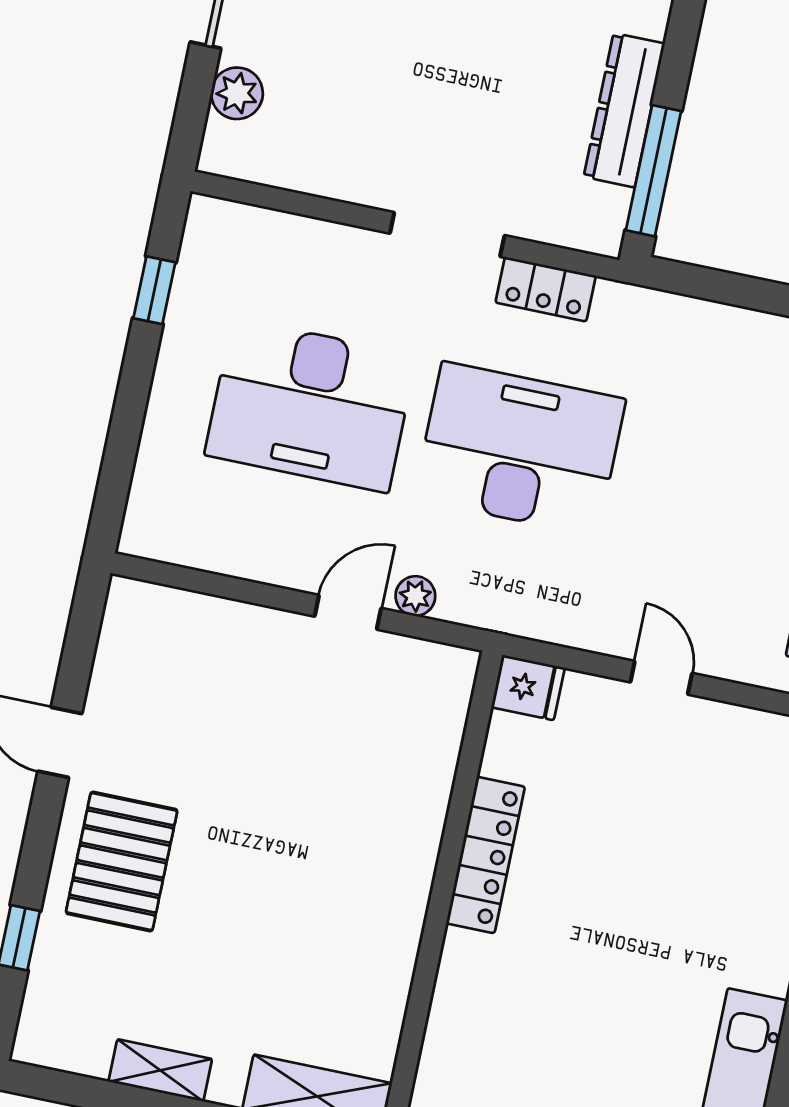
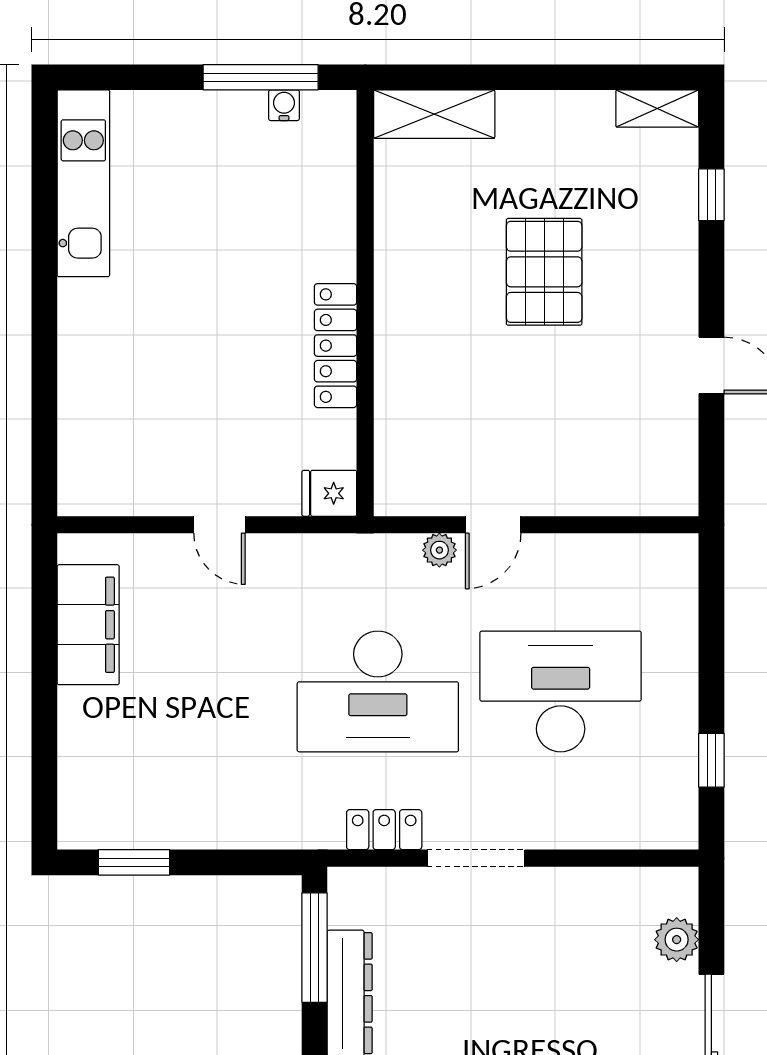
pallet: (122, 862) -> (544, 272), moved
shelving: (160, 1070) -> (657, 109), moved

